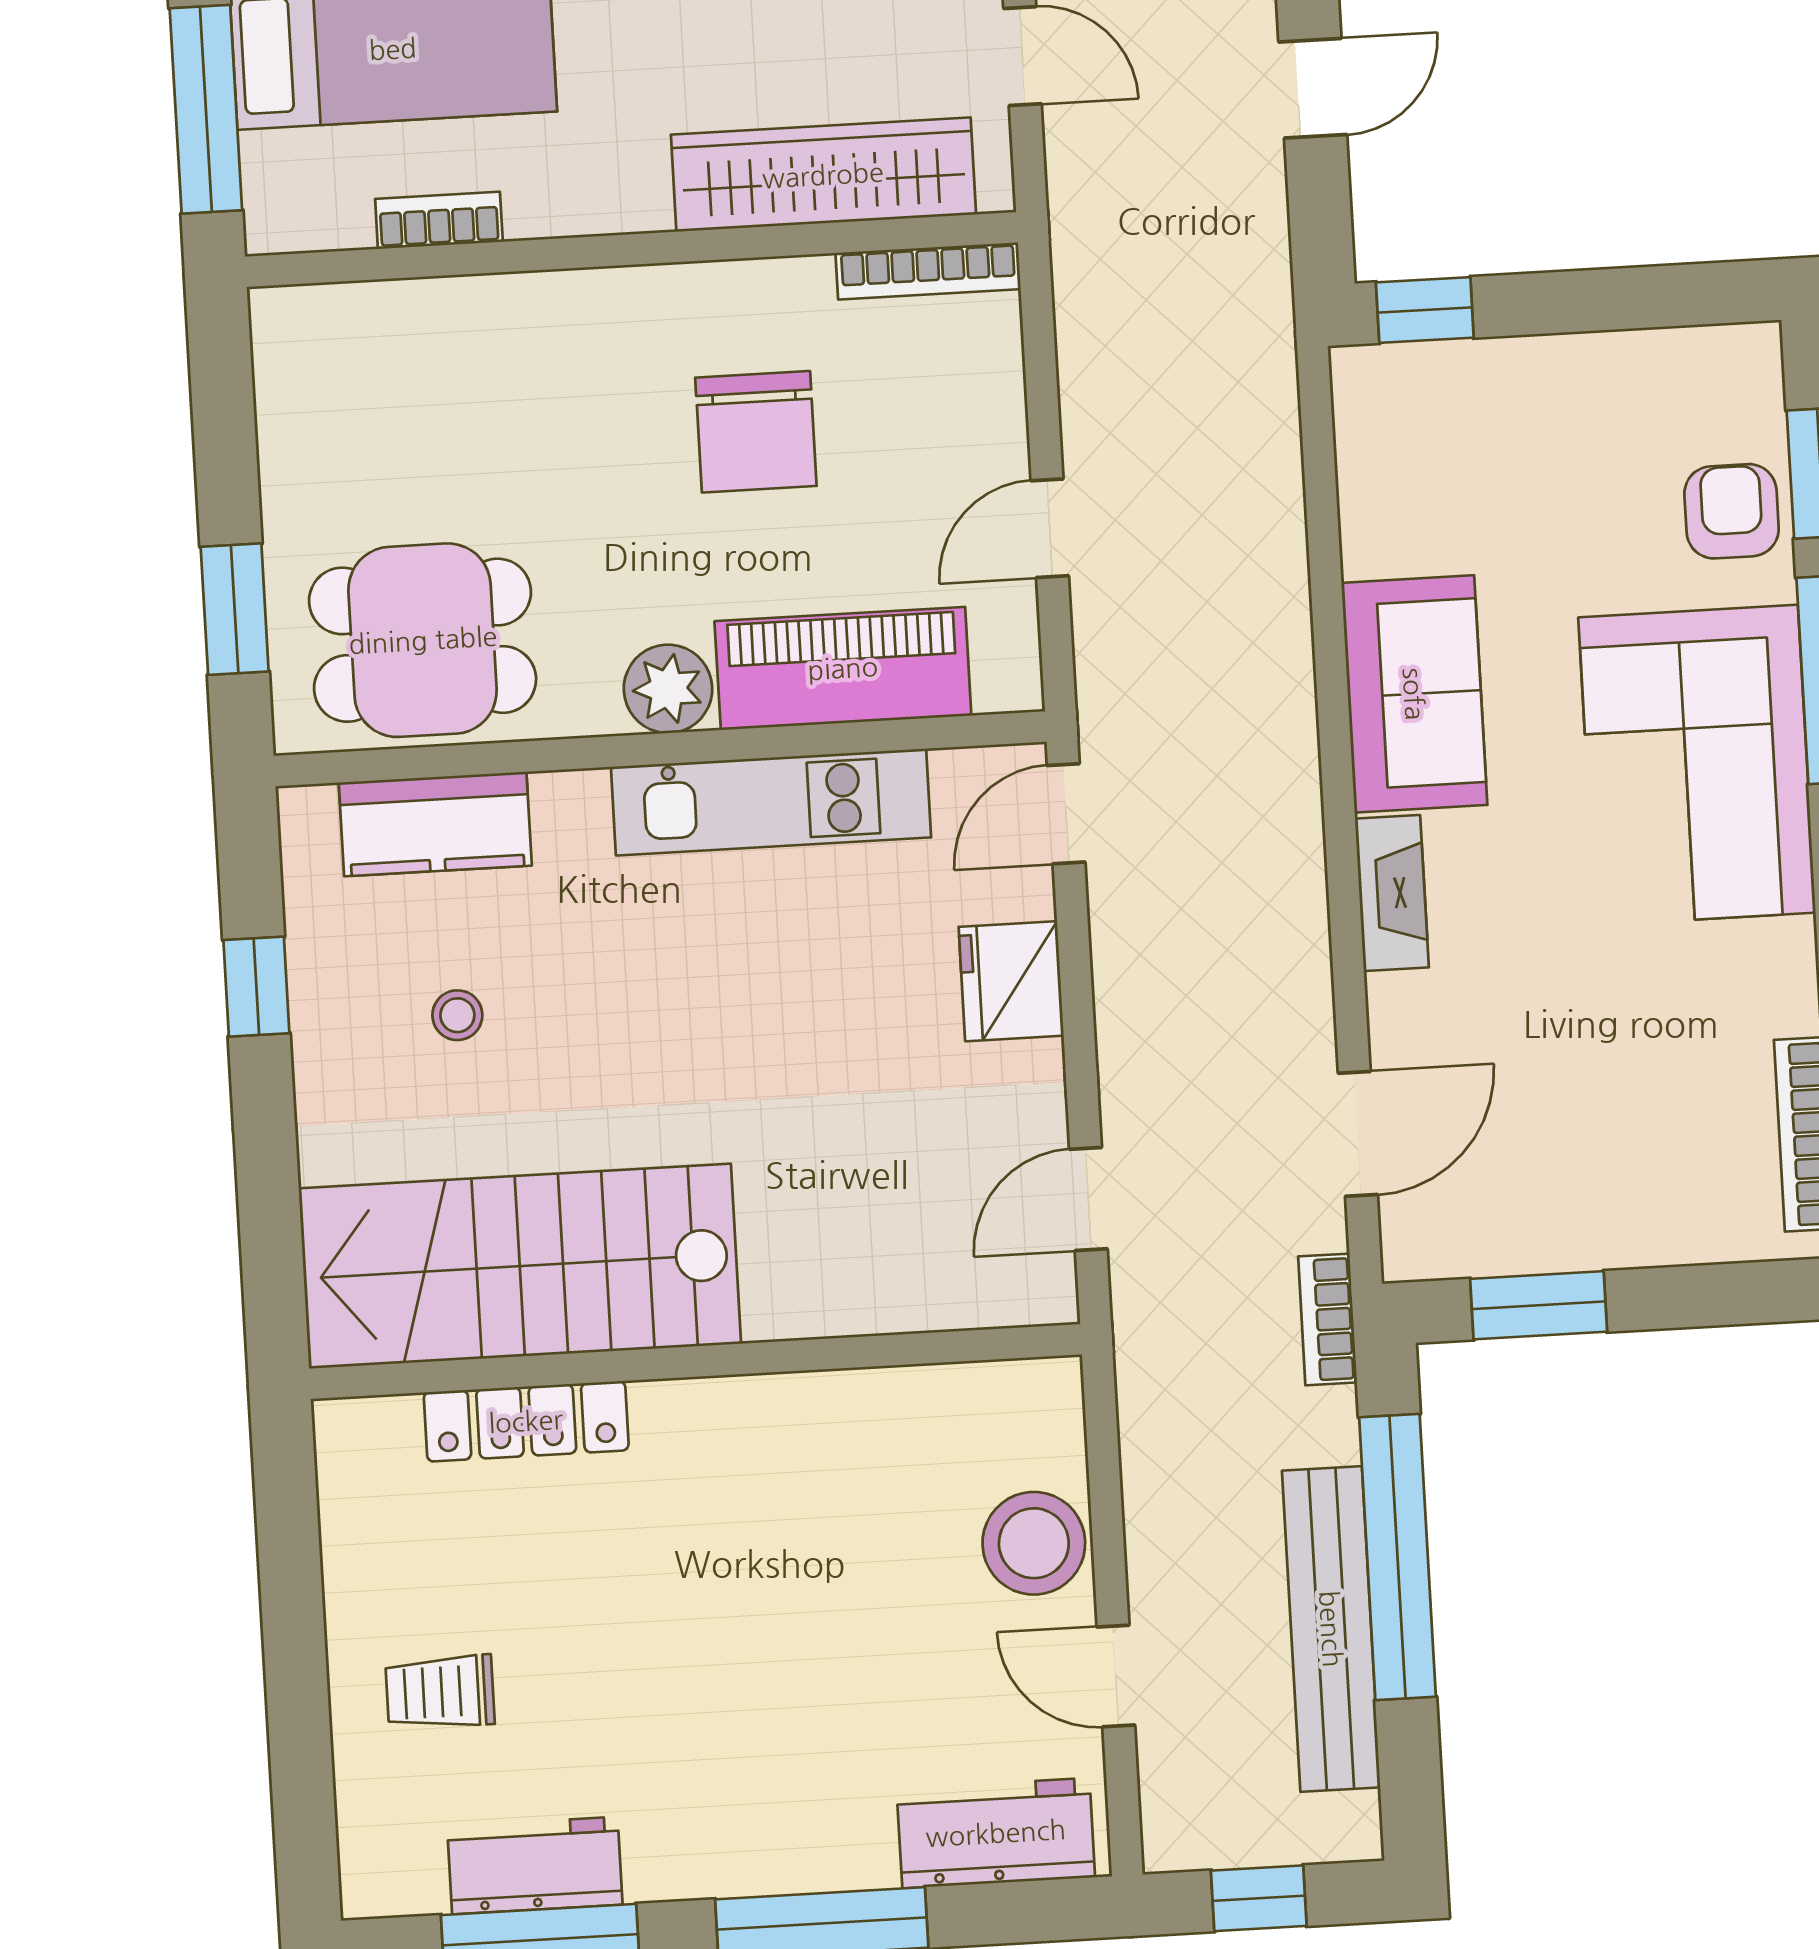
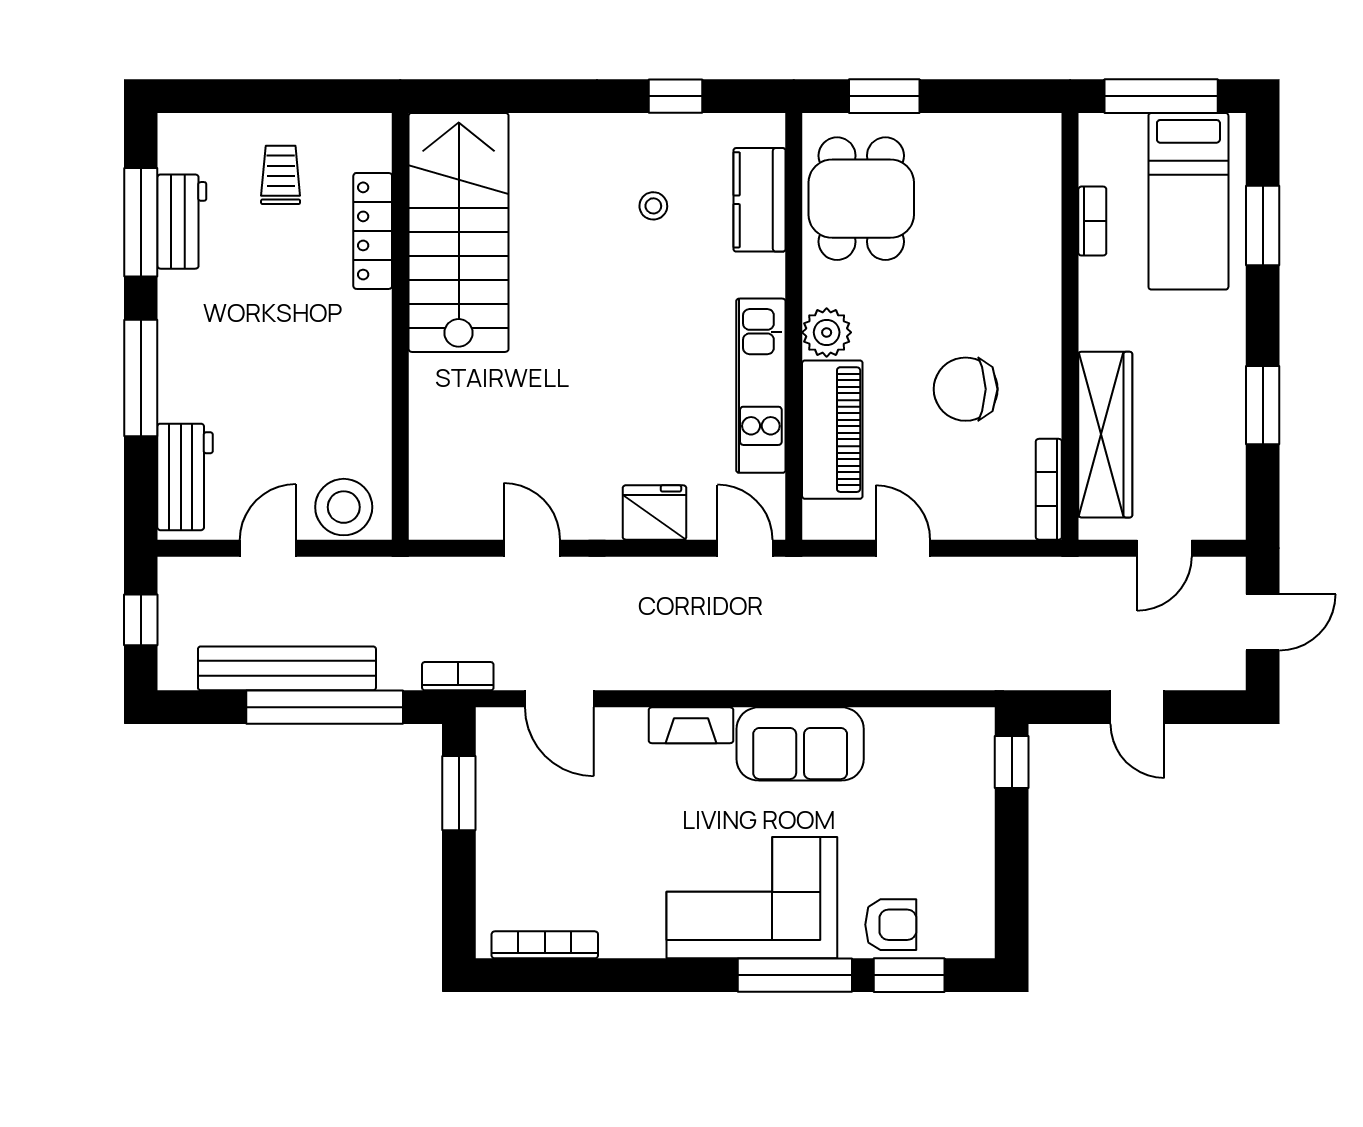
stairs: (520, 1266) -> (459, 232), moved
wall: (696, 1362) -> (400, 326), moved
locker: (526, 1421) -> (373, 231), moved

